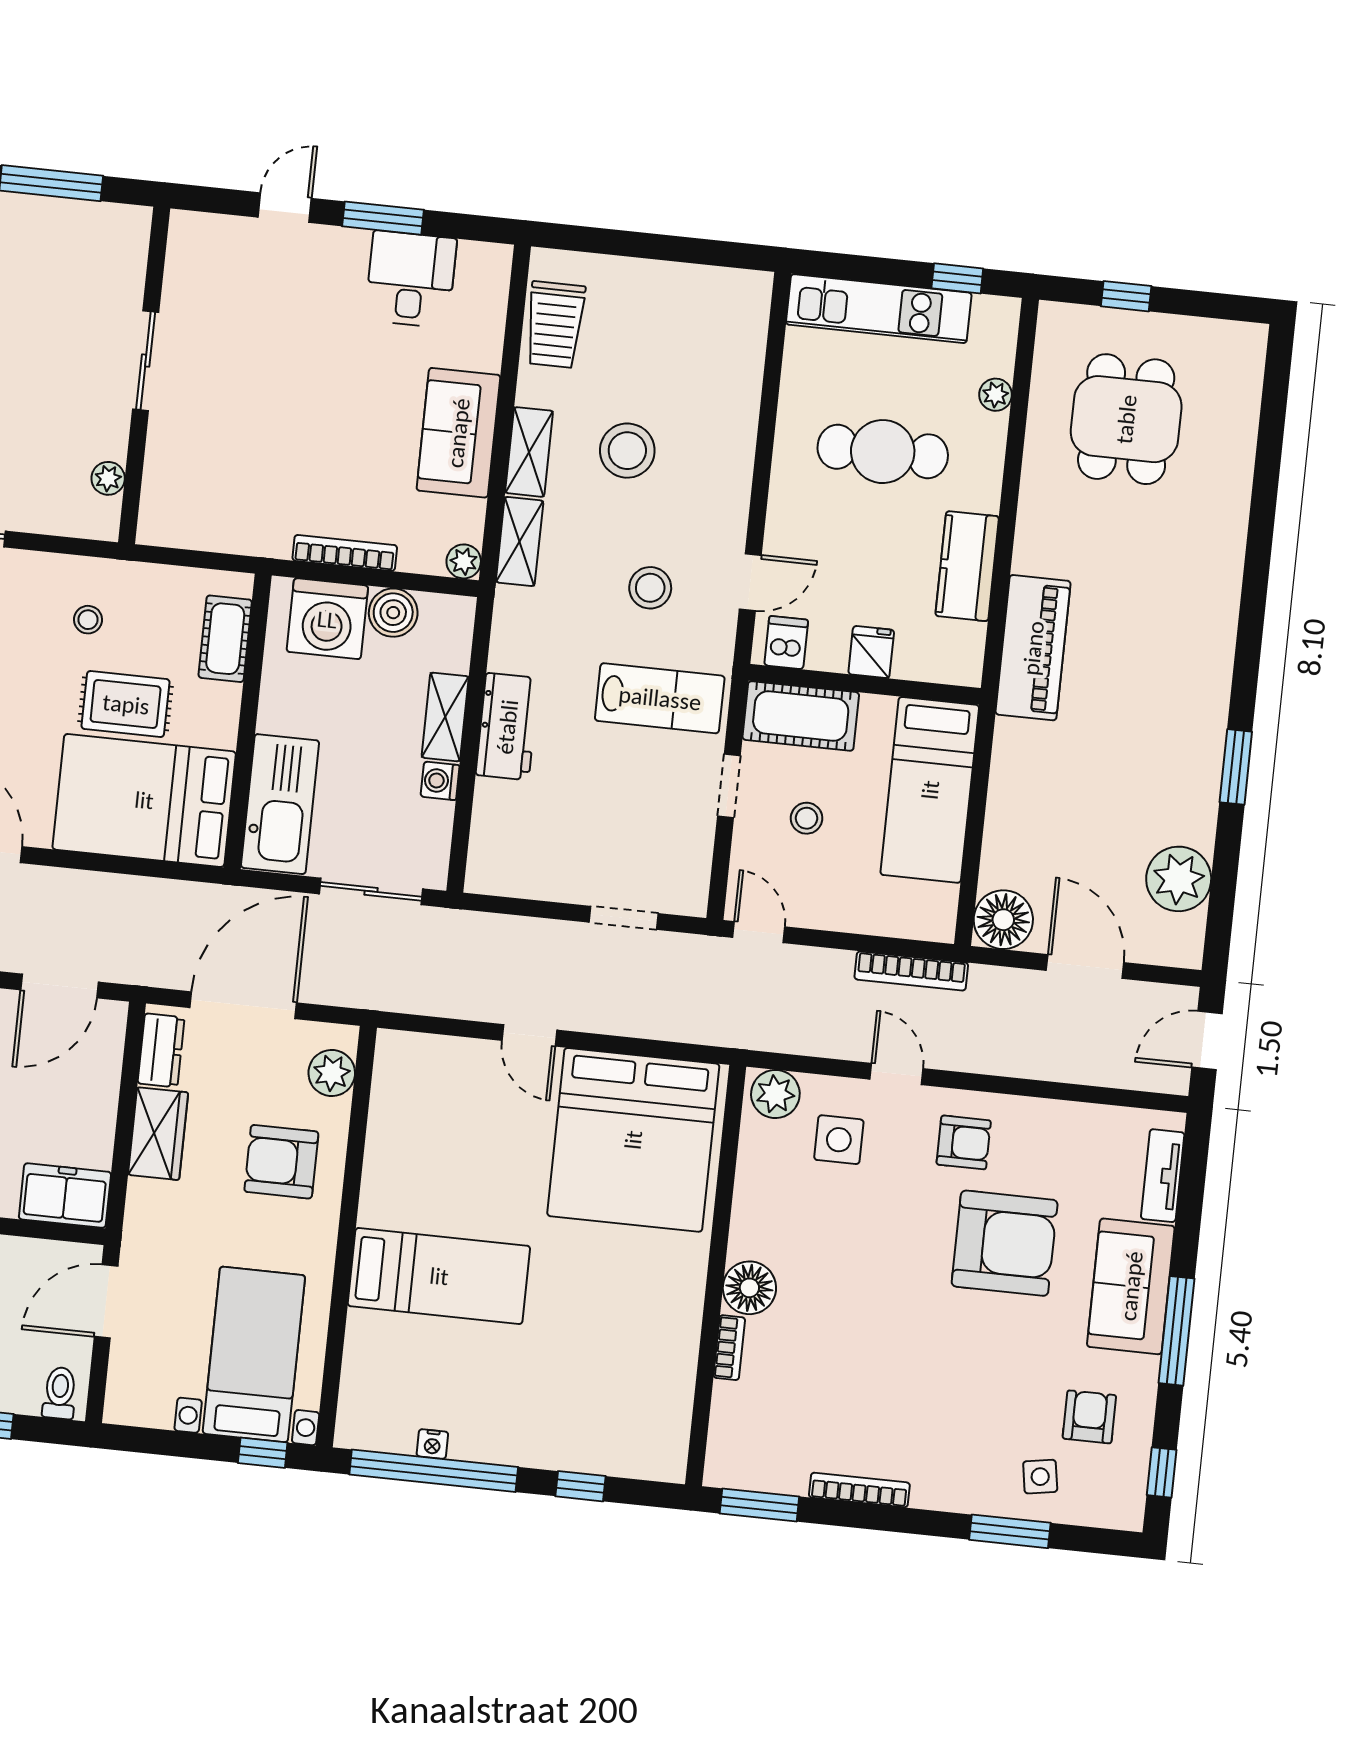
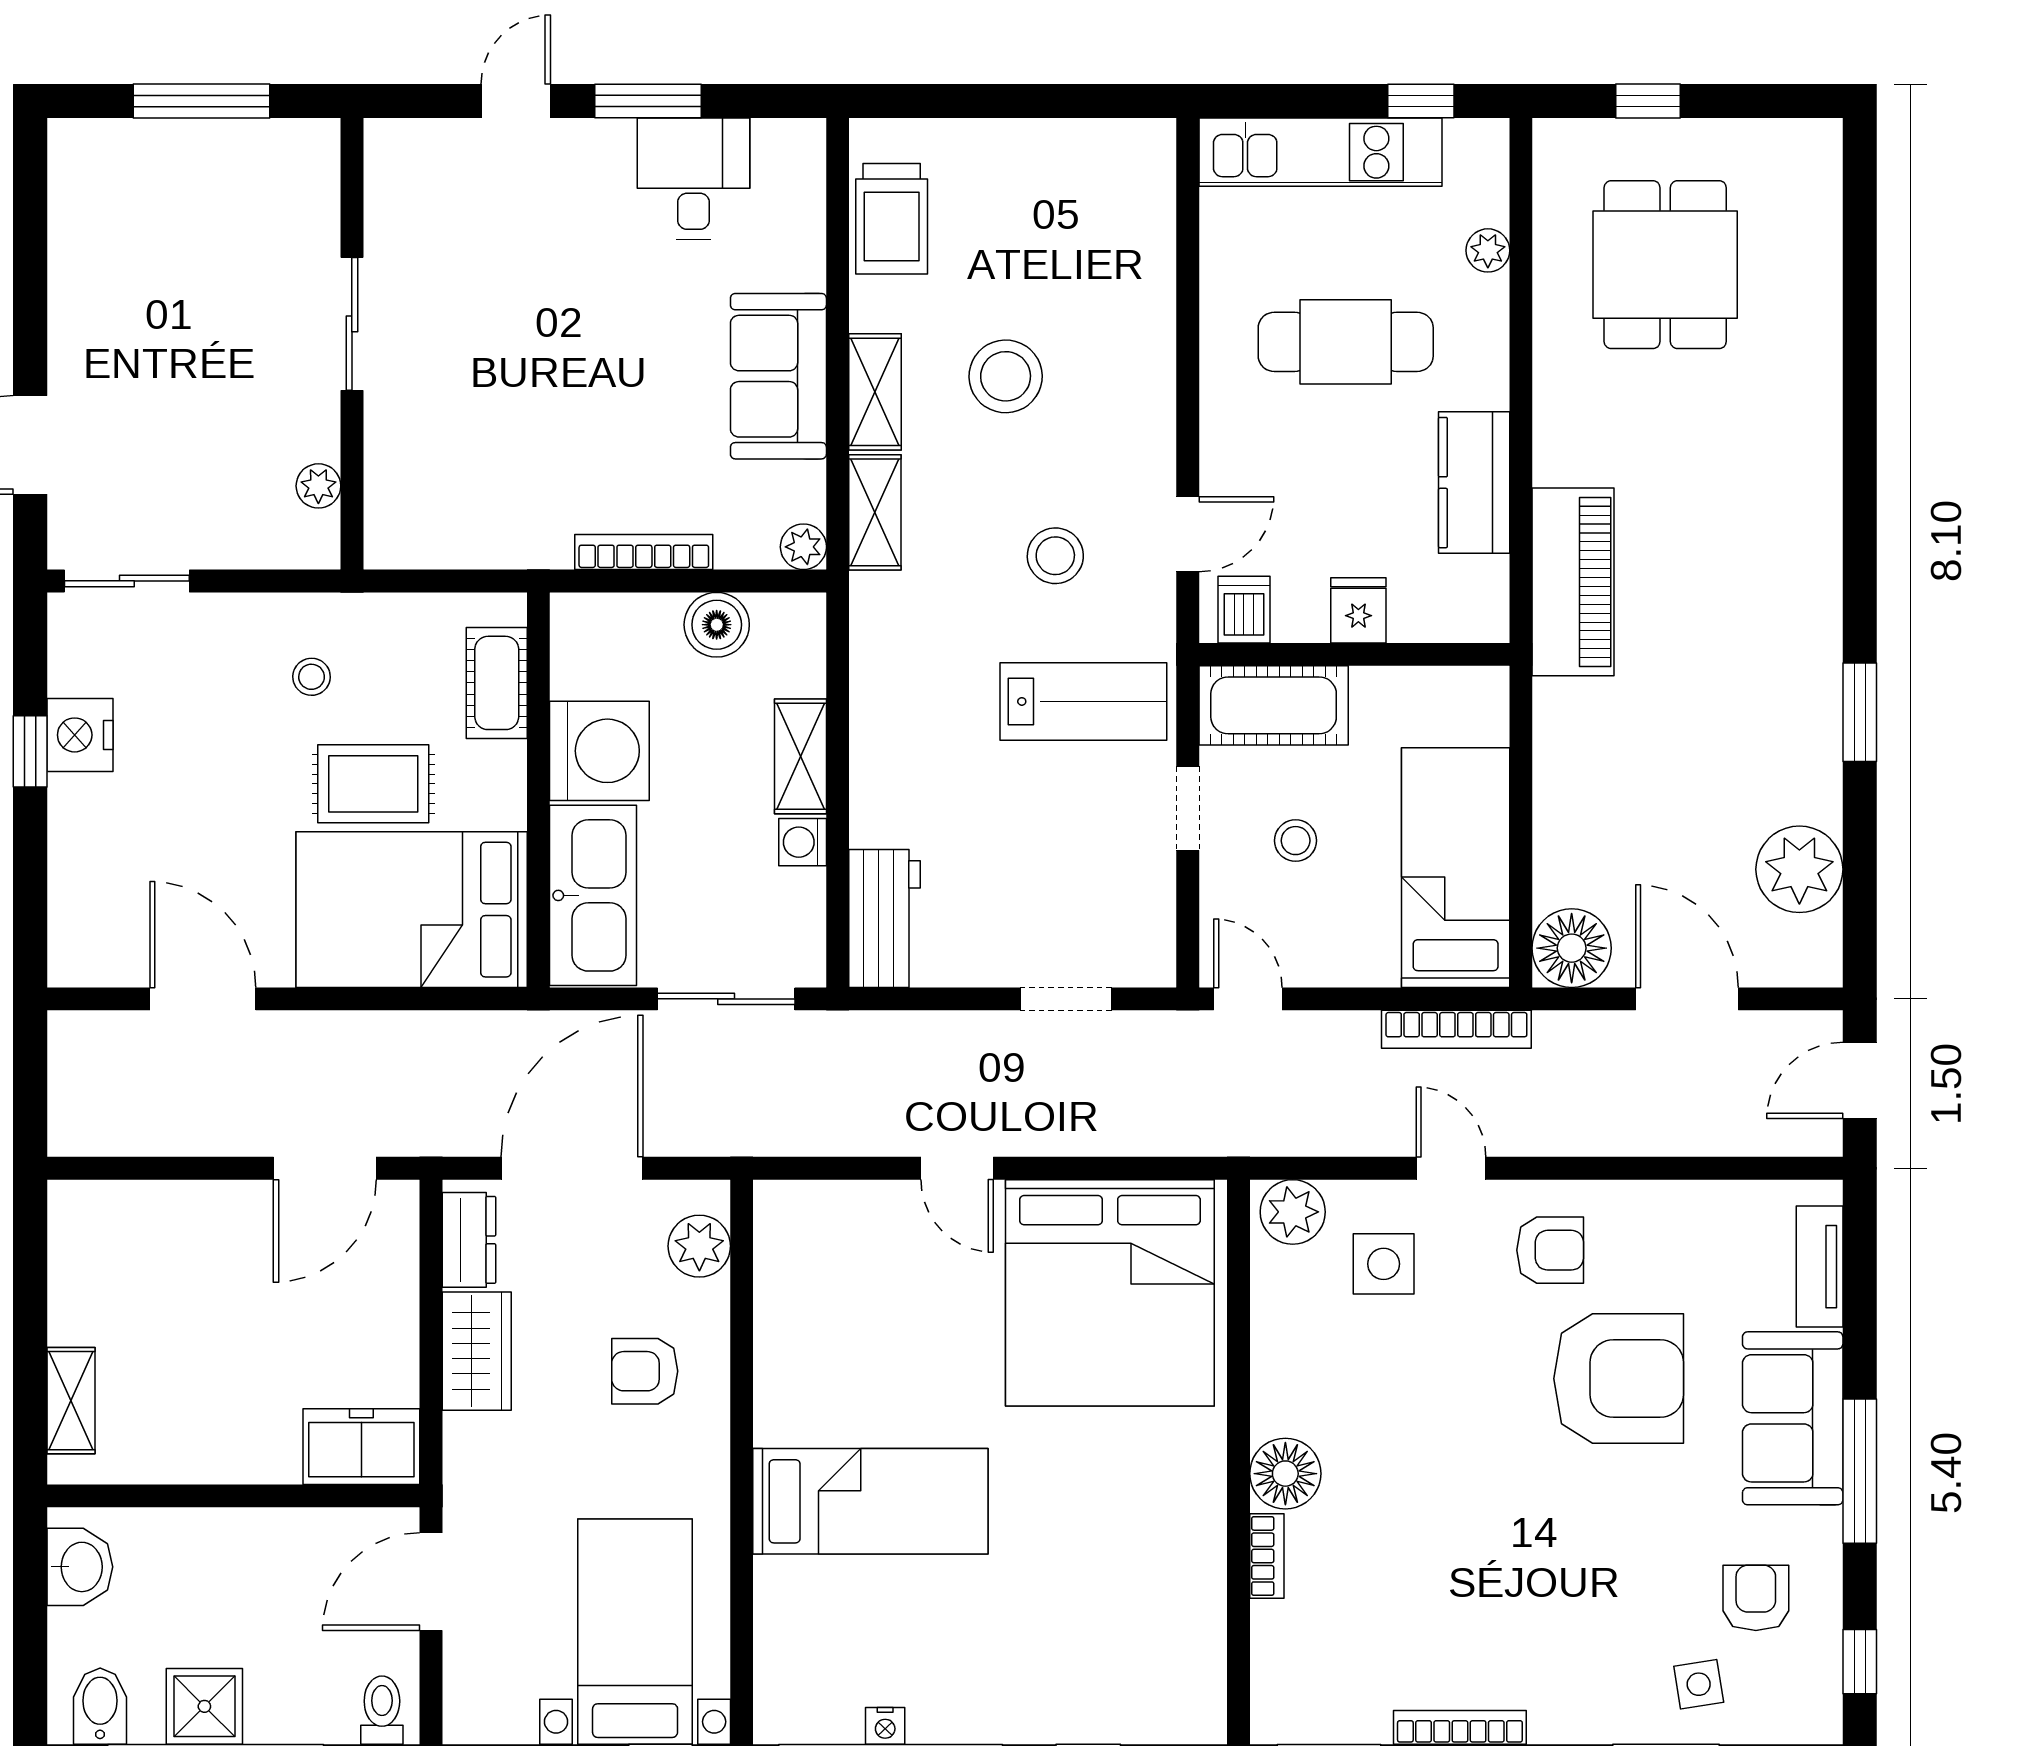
washing machine: (327, 619) -> (599, 751), moved, turned -90
workbench: (507, 727) -> (885, 919), moved
bed: (930, 790) -> (1456, 868), moved, turned 180
armchair: (281, 1162) -> (645, 1371), width x0.72, depth x0.72

